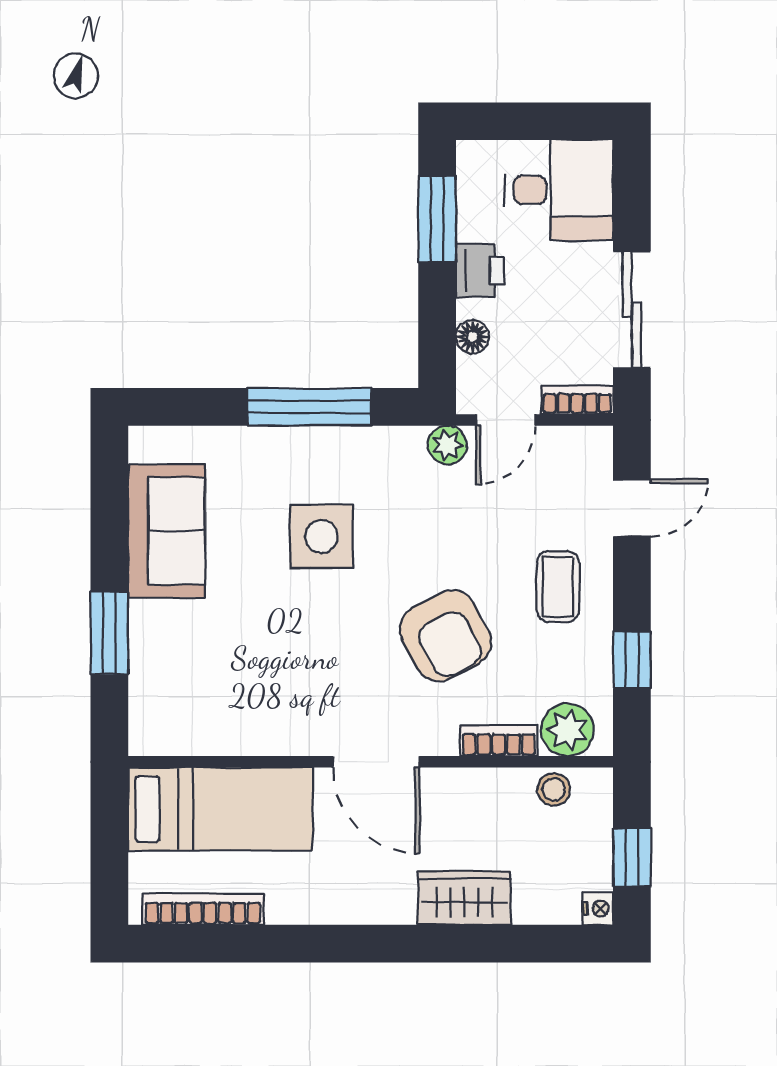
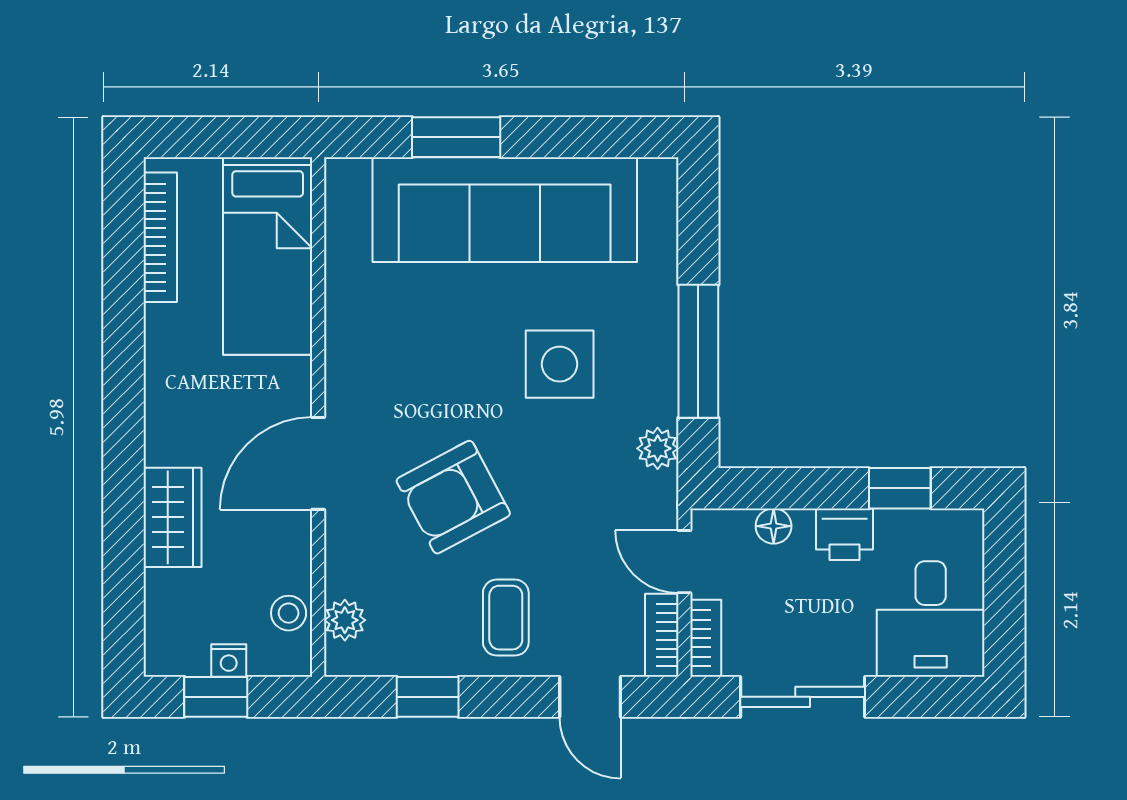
window: (437, 219) -> (900, 488), width x0.67
plant: (447, 445) -> (658, 448), moved
sofa: (167, 531) -> (505, 210), width x1.85, depth x1.27
coffee table: (558, 587) -> (506, 618), turned 90
plant: (568, 730) -> (345, 620), width x0.73, depth x0.73
bookcase: (499, 741) -> (662, 635), moved, turned 180
door: (376, 762) -> (318, 463), moved
nightstand: (598, 909) -> (229, 660), moved

